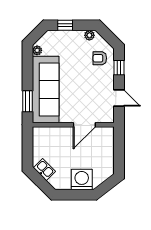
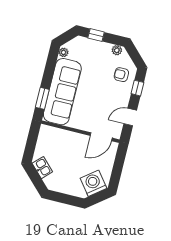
door: (119, 98) -> (130, 117), swing flipped
door: (84, 125) -> (101, 137), moved
washing machine: (82, 180) -> (93, 183), moved, turned -38

